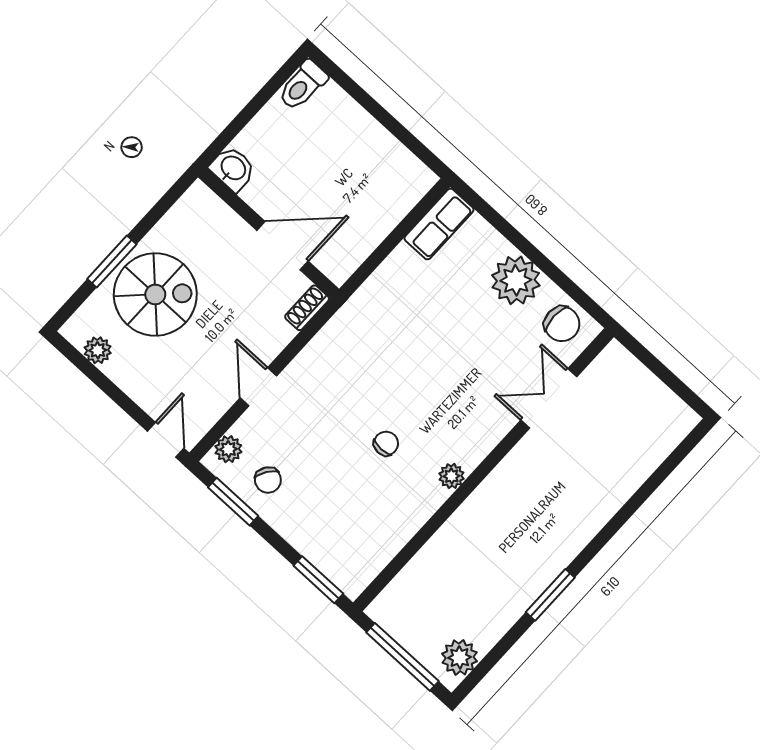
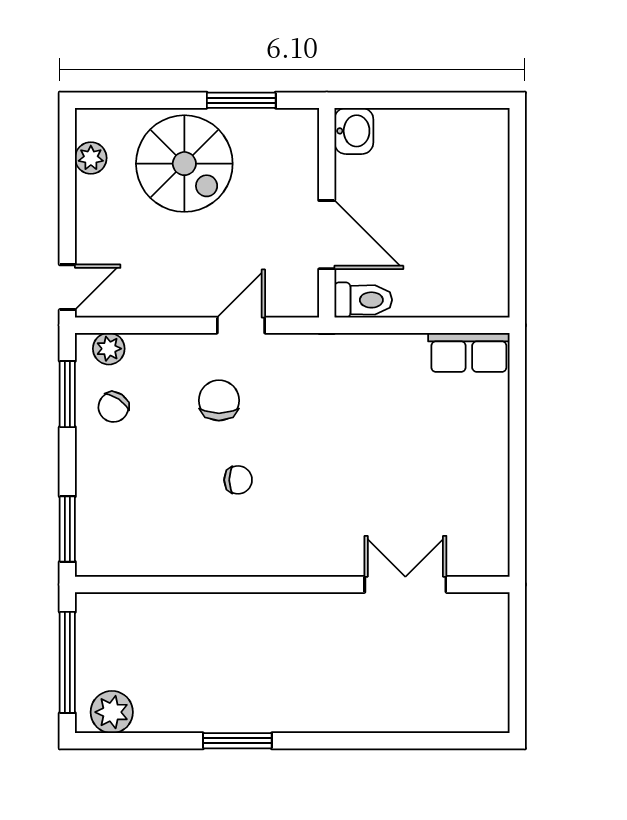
toilet: (303, 85) -> (363, 300), moved, turned 180
window: (112, 262) -> (241, 100), moved
plant: (516, 280) -> (481, 463), removed
shoe rack: (307, 308) -> (293, 305), removed
chair: (562, 324) -> (219, 400), moved, turned 180
door: (258, 387) -> (241, 325), moved
plant: (452, 476) -> (262, 562), removed

